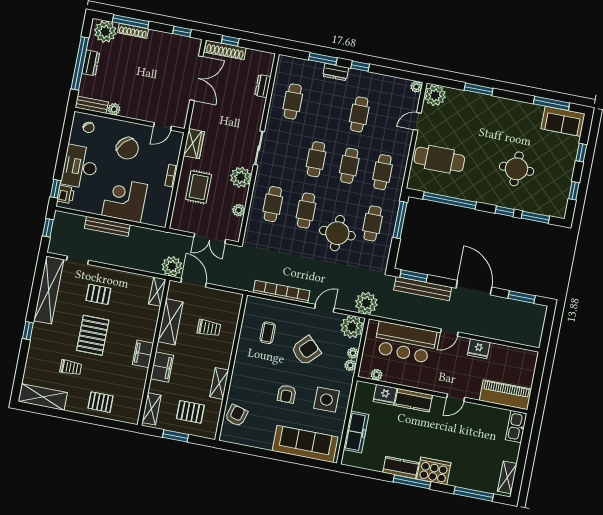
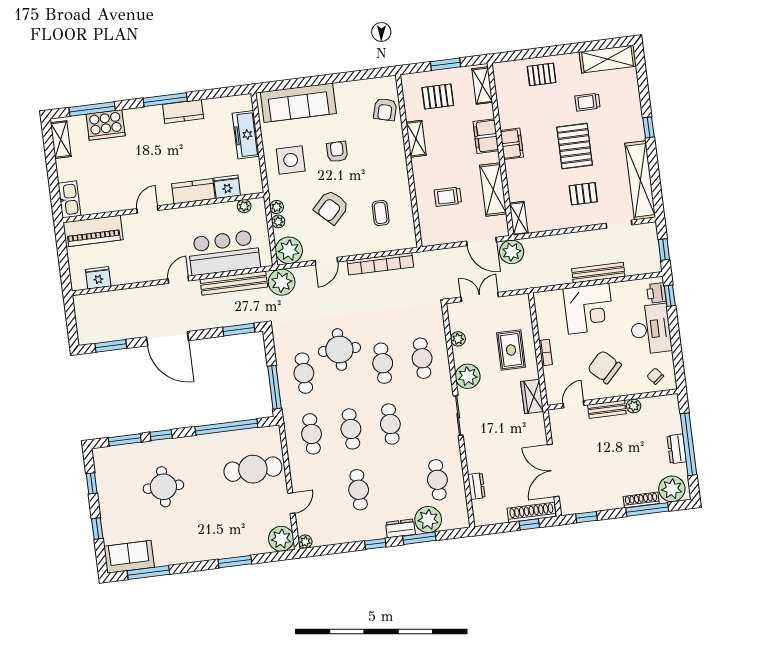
plant: (311, 72) -> (428, 520), added
bench: (92, 105) -> (607, 409), moved
bench: (423, 289) -> (234, 283), moved
fridge: (479, 349) -> (98, 278), moved
cooker: (434, 471) -> (106, 125), moved

